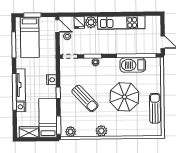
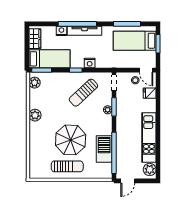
plant: (91, 22) -> (150, 169), moved
door: (57, 26) -> (146, 70), hinge flipped
sun lounger: (85, 98) -> (83, 93), moved
sun lounger: (155, 108) -> (67, 166), moved

